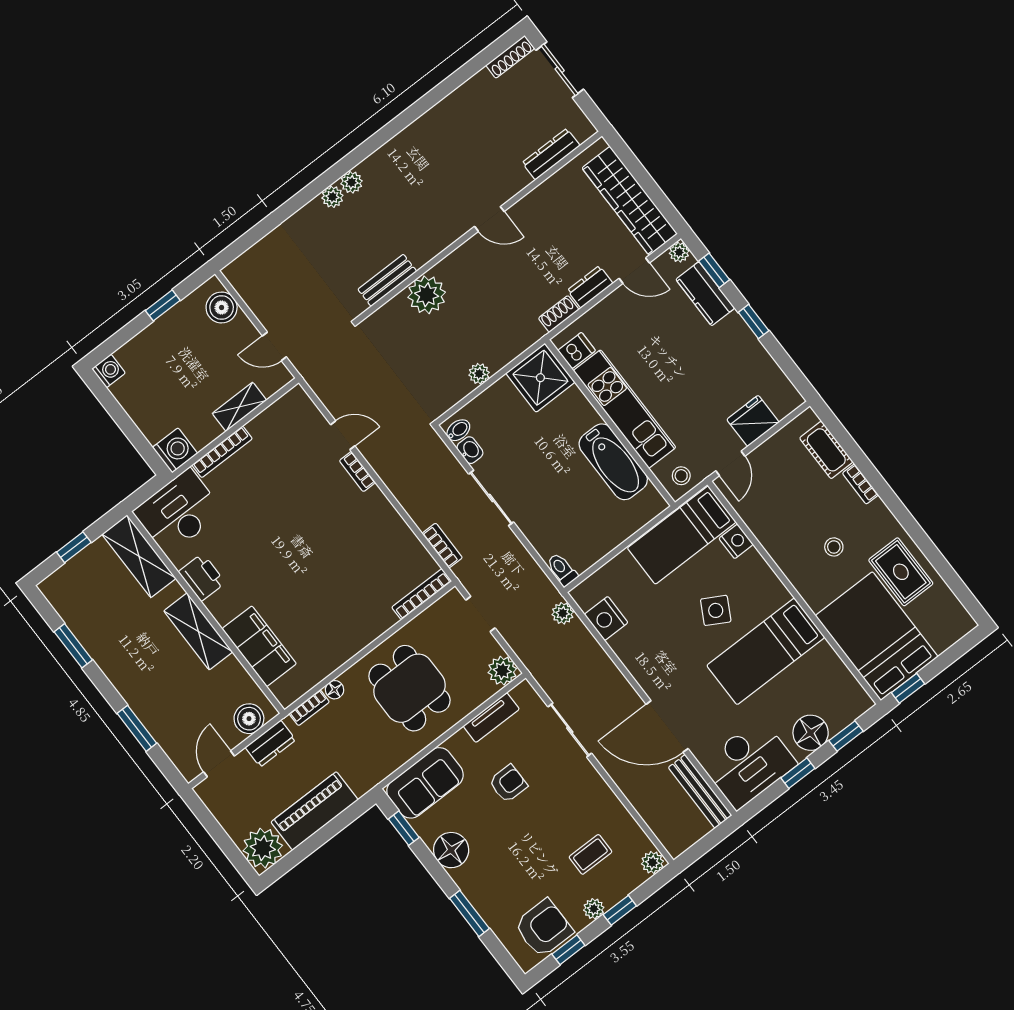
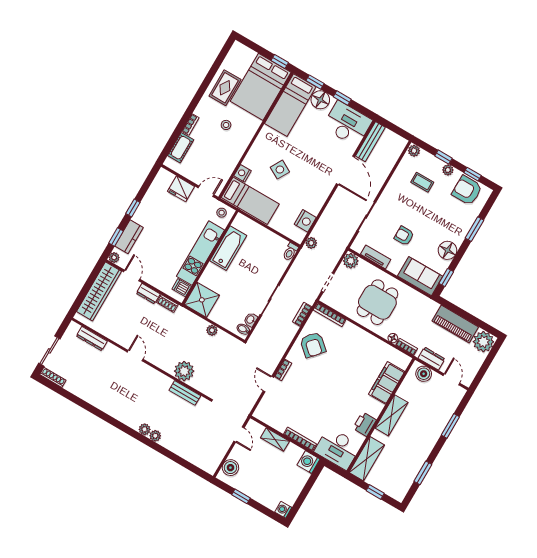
armchair: (380, 543) -> (313, 345), added
bed: (766, 651) -> (290, 105), moved, turned 90
door: (219, 764) -> (451, 379), swing flipped

